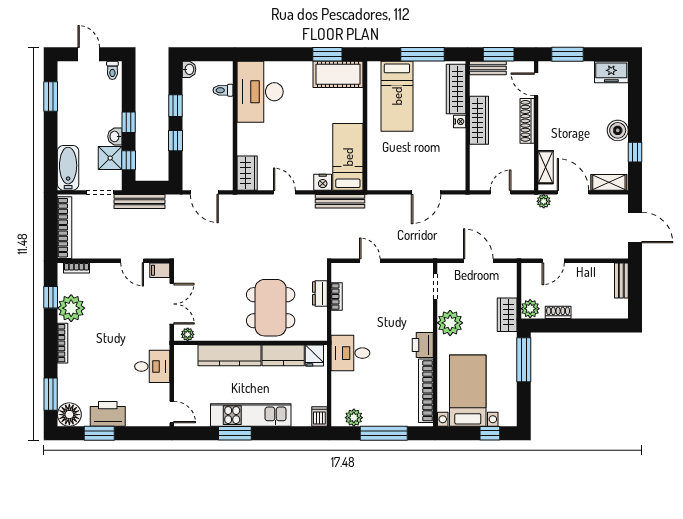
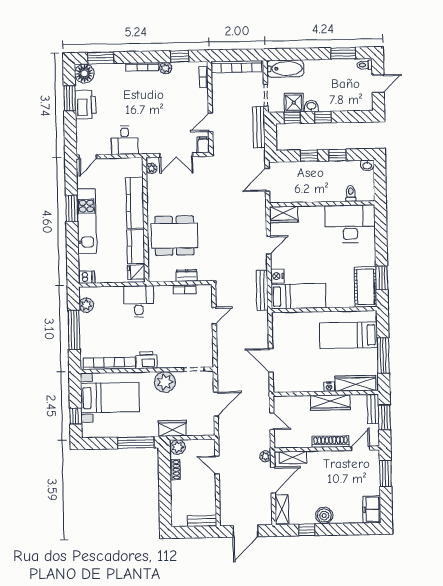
toilet: (112, 70) -> (364, 65), moved
plant: (71, 308) -> (166, 68), width x0.53, depth x0.53

